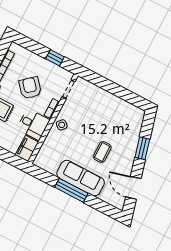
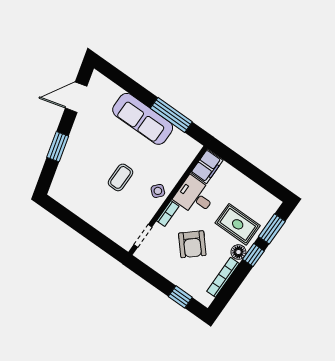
window: (55, 58) -> (180, 297), moved
coffee table: (102, 152) -> (120, 177), moved
door: (133, 188) -> (76, 97), swing flipped
window: (71, 190) -> (171, 115), moved

